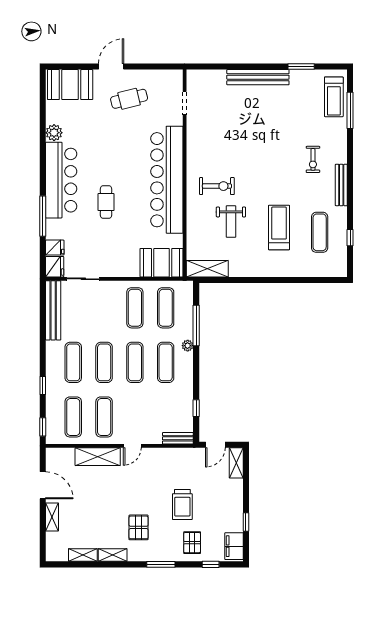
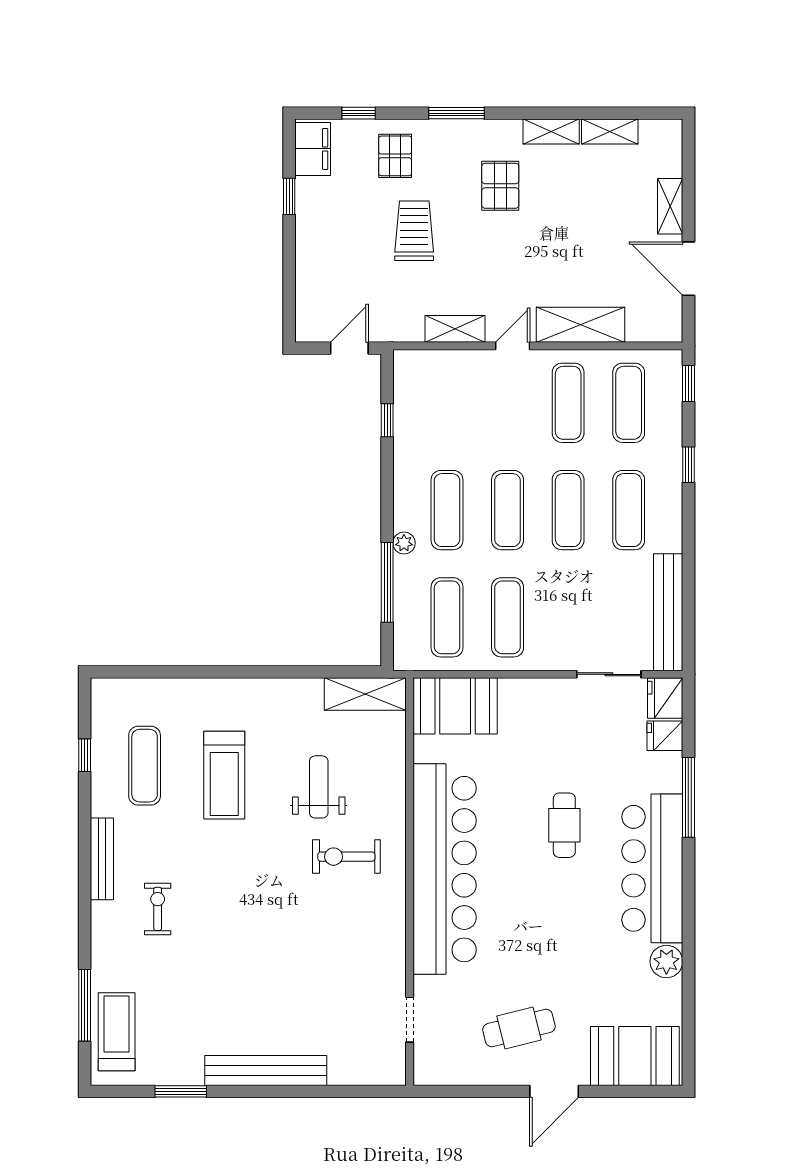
bench: (178, 438) -> (423, 361), removed
shelving: (236, 463) -> (455, 329), moved, turned 90

